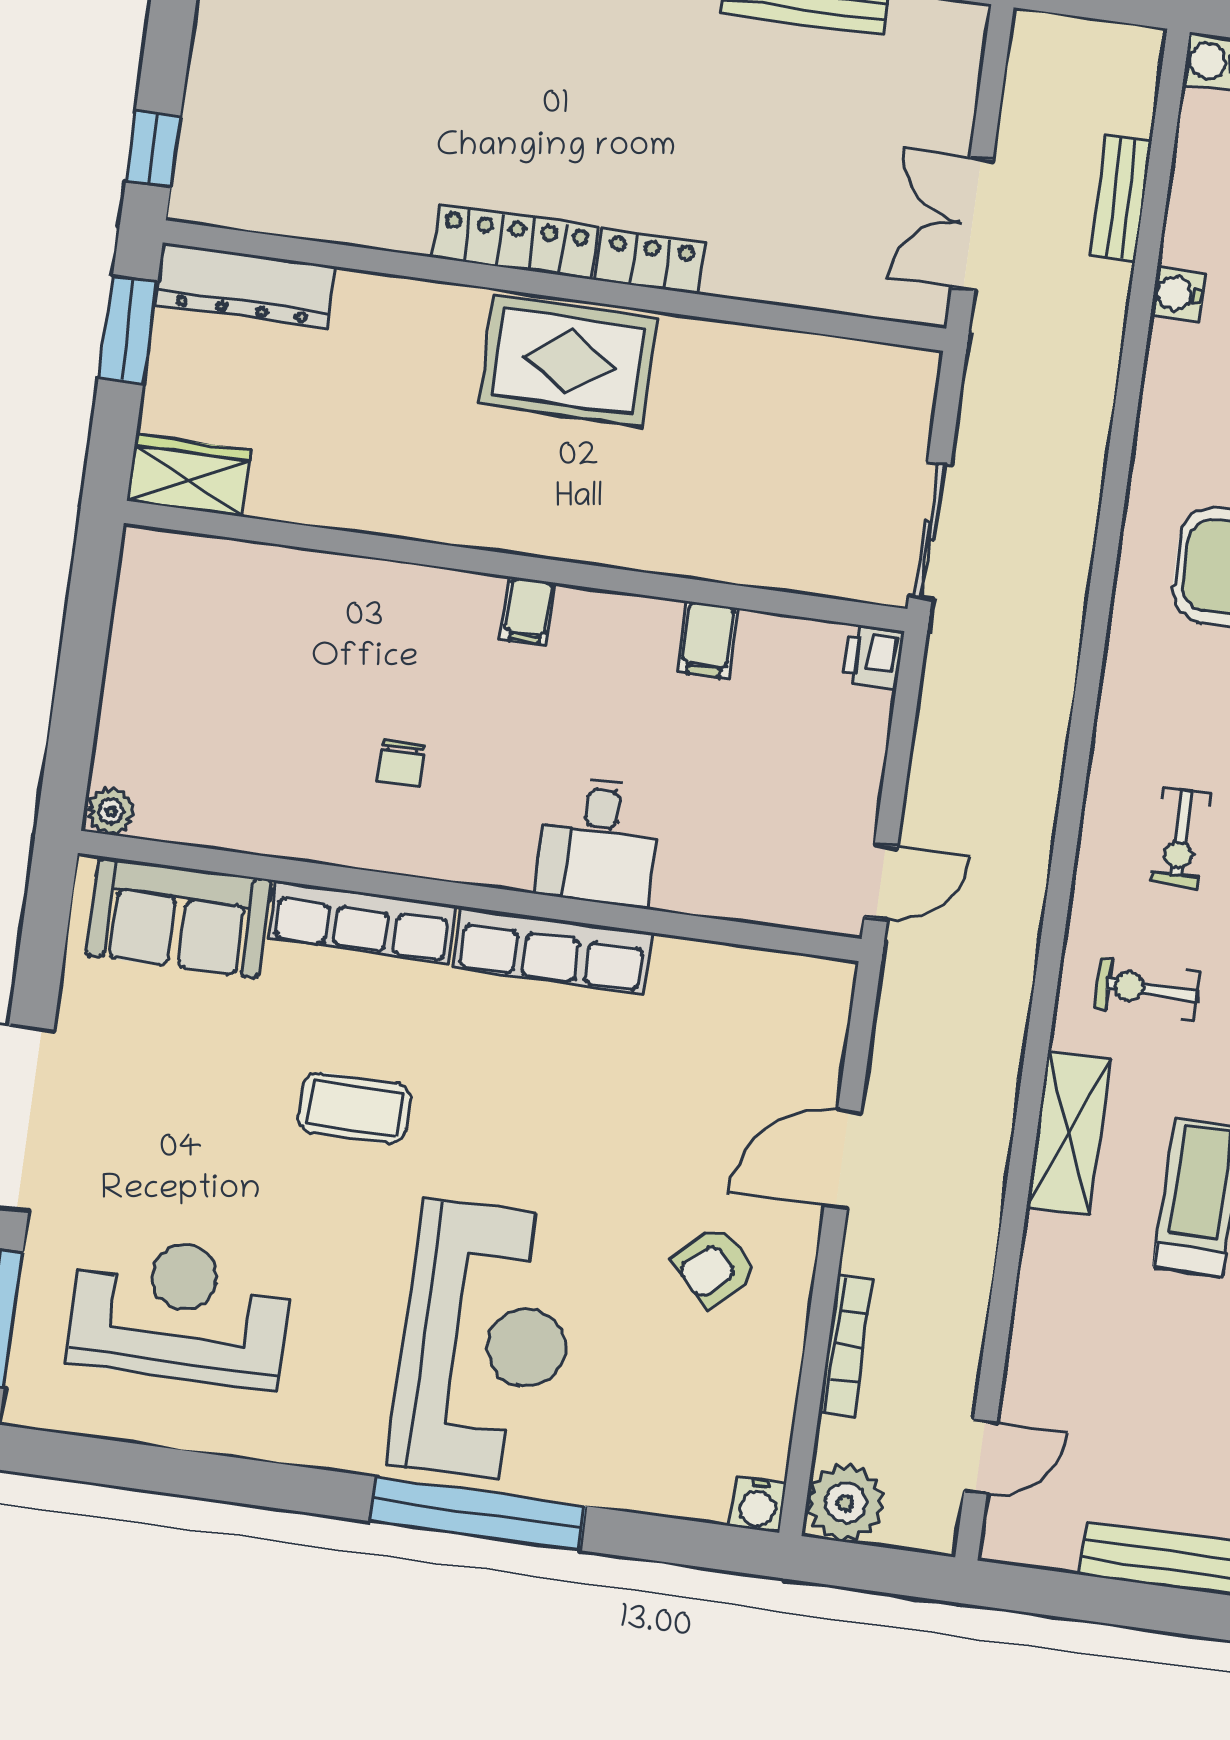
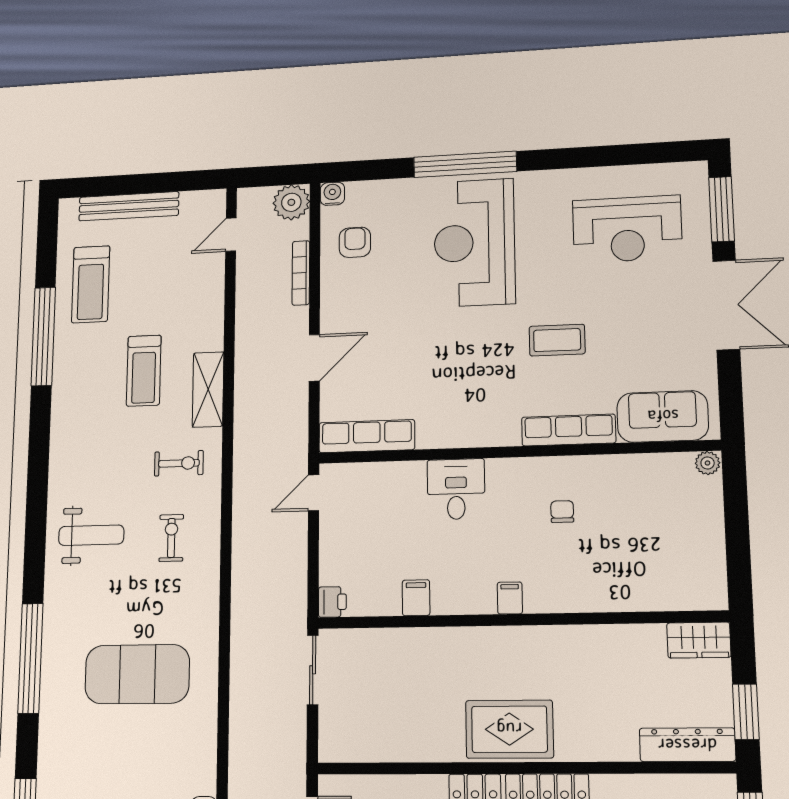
row of seats: (552, 950) -> (367, 436), moved
armchair: (714, 1266) -> (355, 242), moved, turned -47

